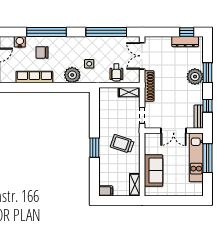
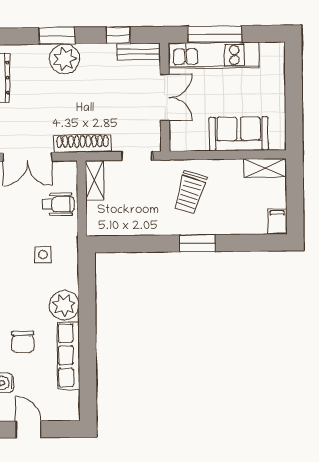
plant: (72, 75) -> (64, 305), moved

